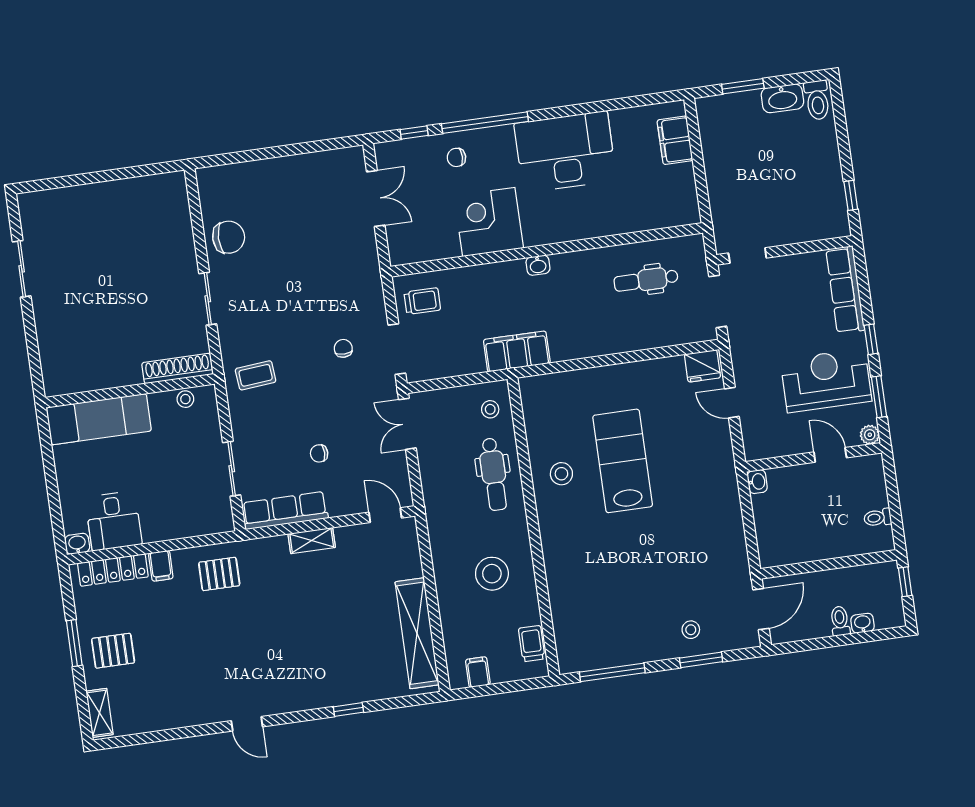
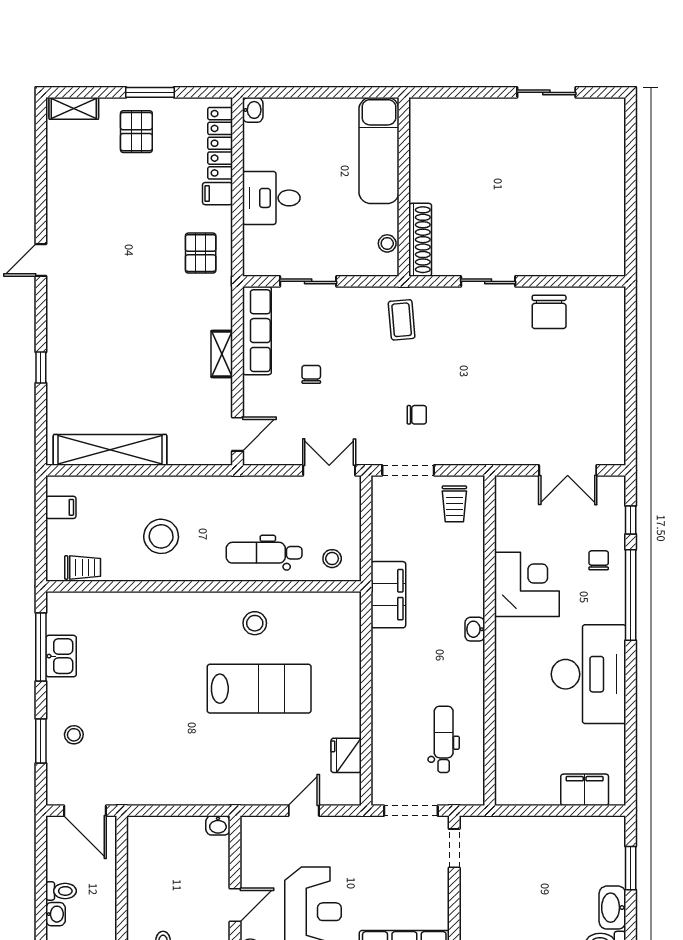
fridge: (702, 366) -> (346, 755), moved
desk: (114, 521) -> (271, 198), moved
kitchen sink: (618, 652) -> (61, 656), added

